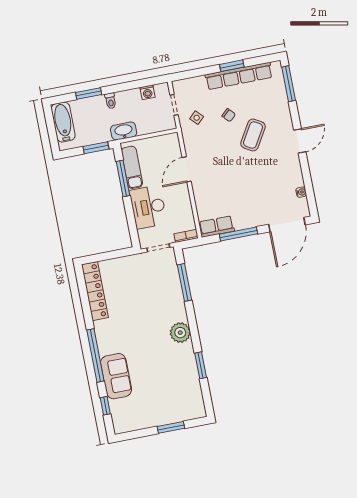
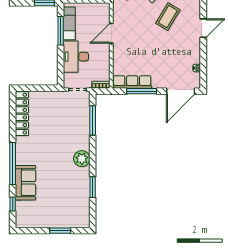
row of seats: (217, 227) -> (132, 82), width x1.48

